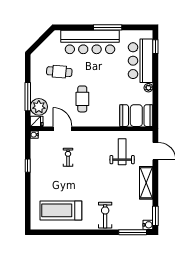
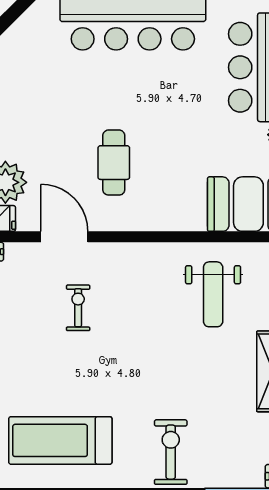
cafe table: (59, 72) -> (56, 95), removed
weight bench: (122, 152) -> (213, 294), turned 180

